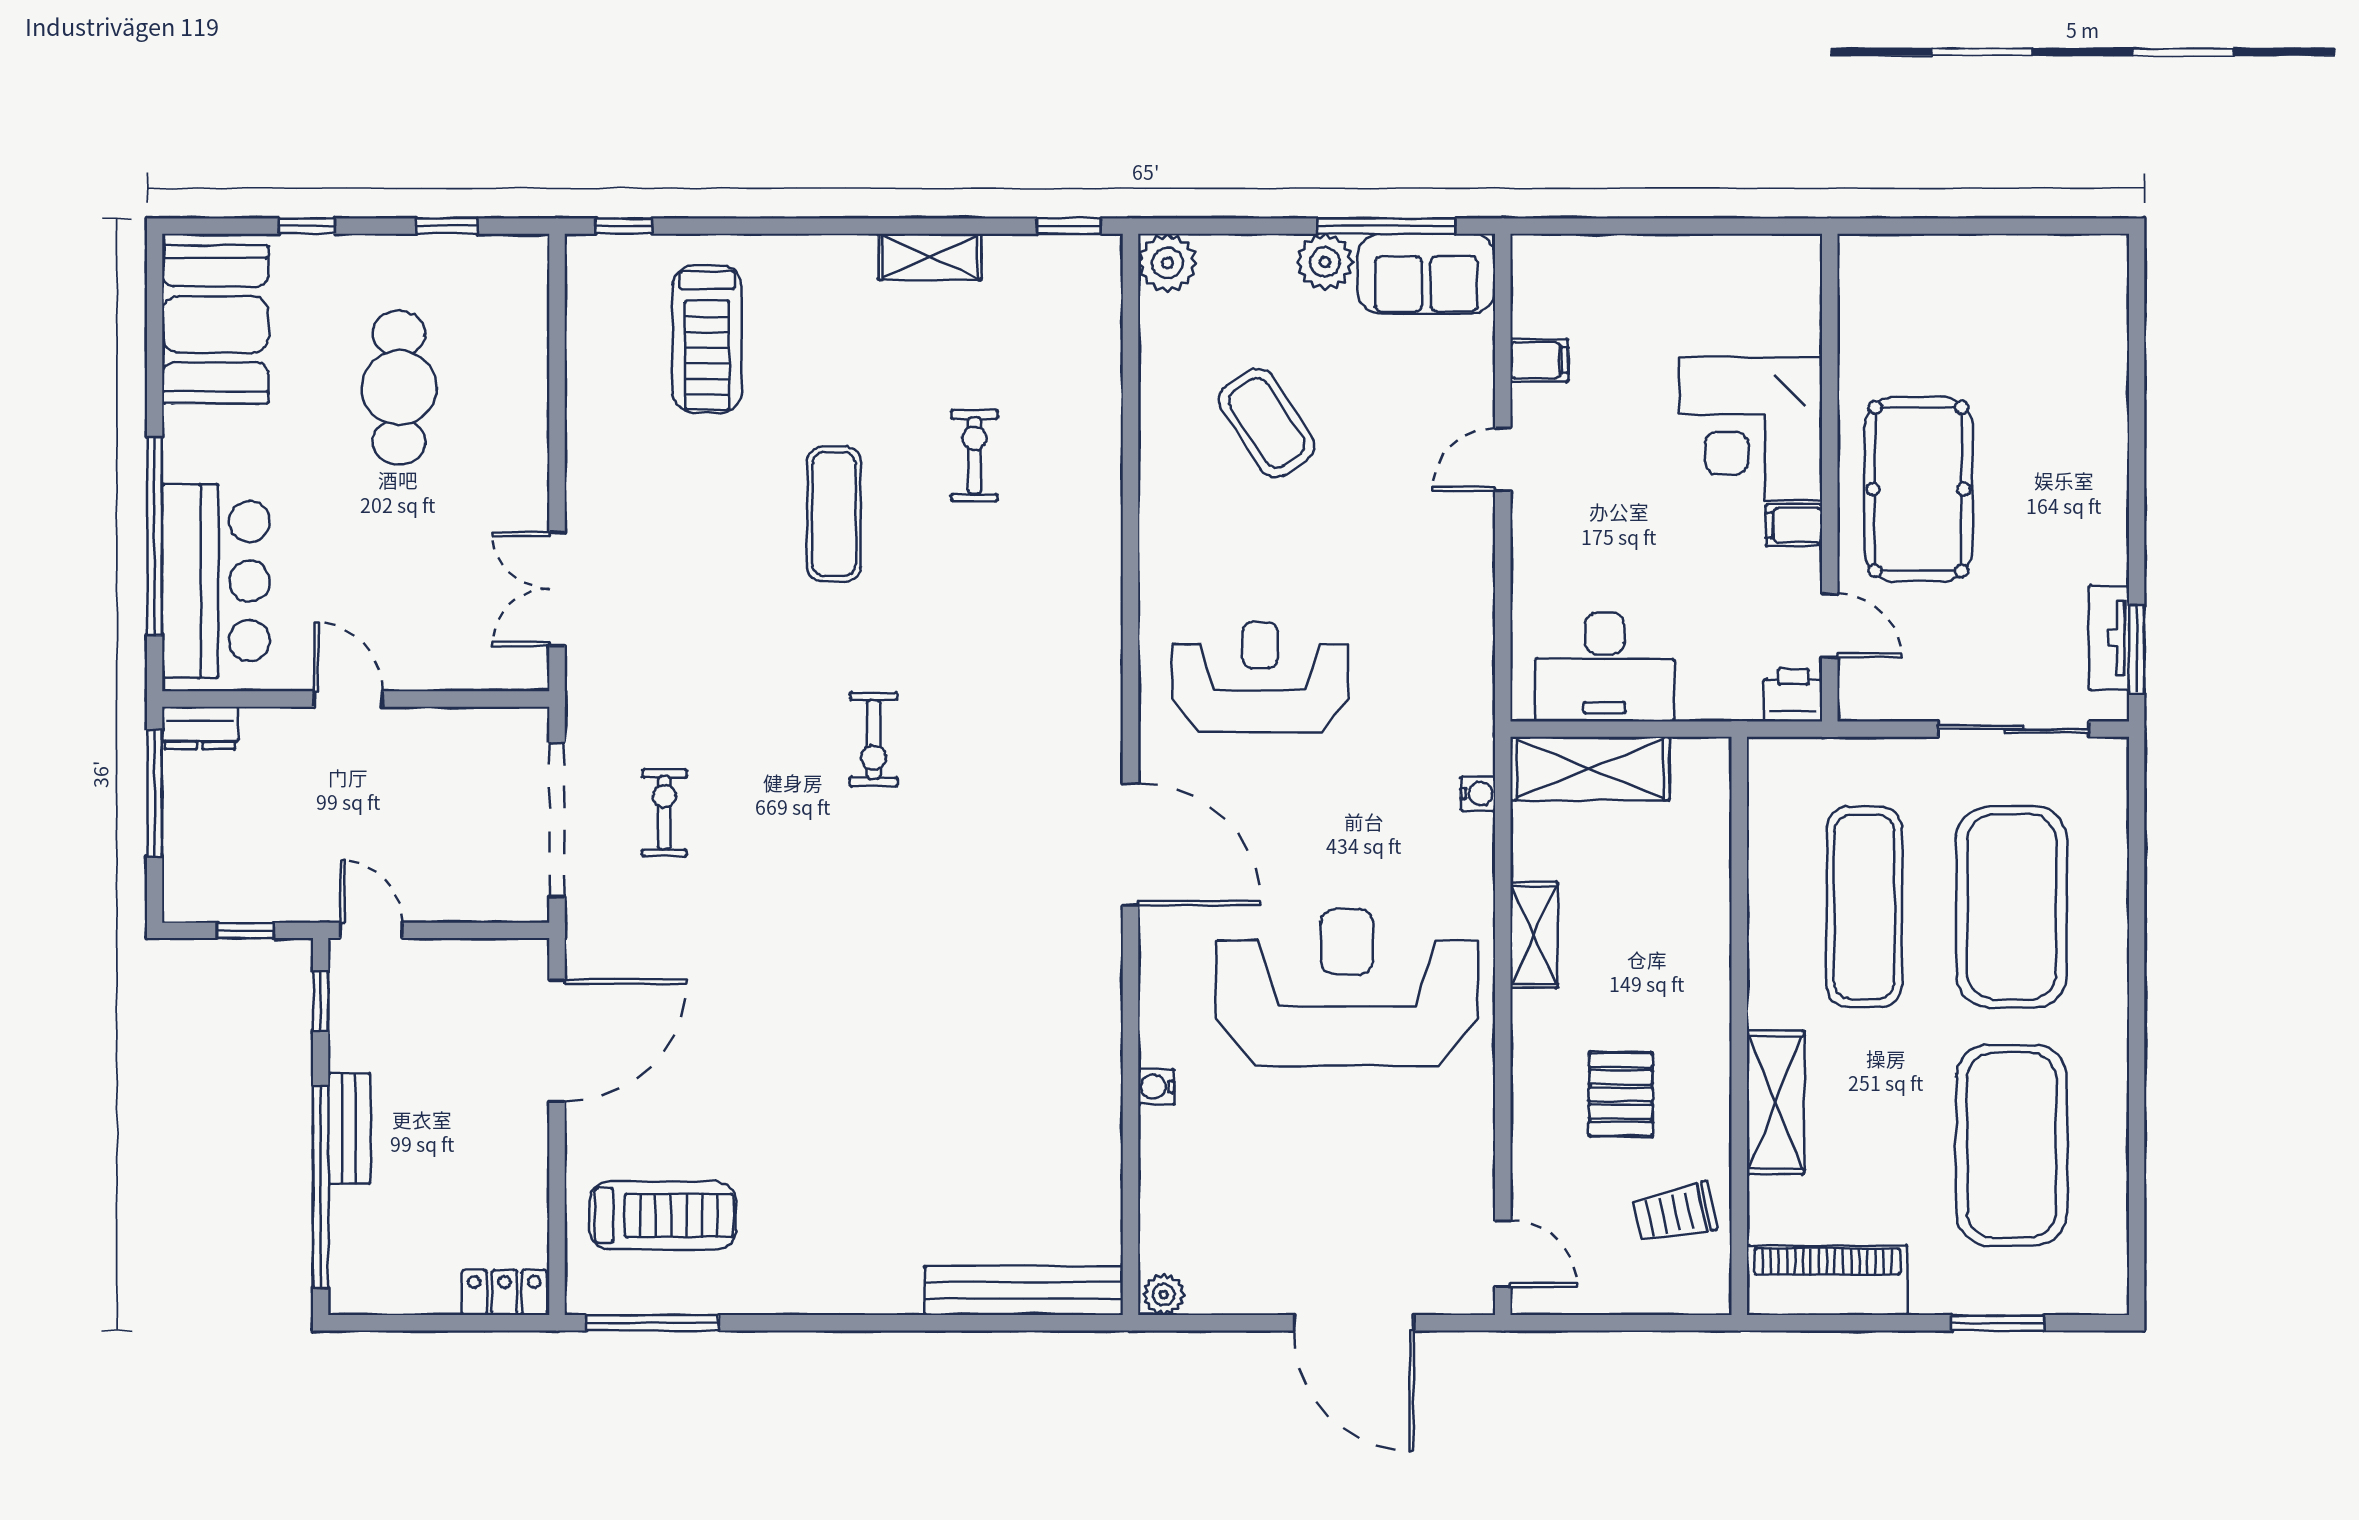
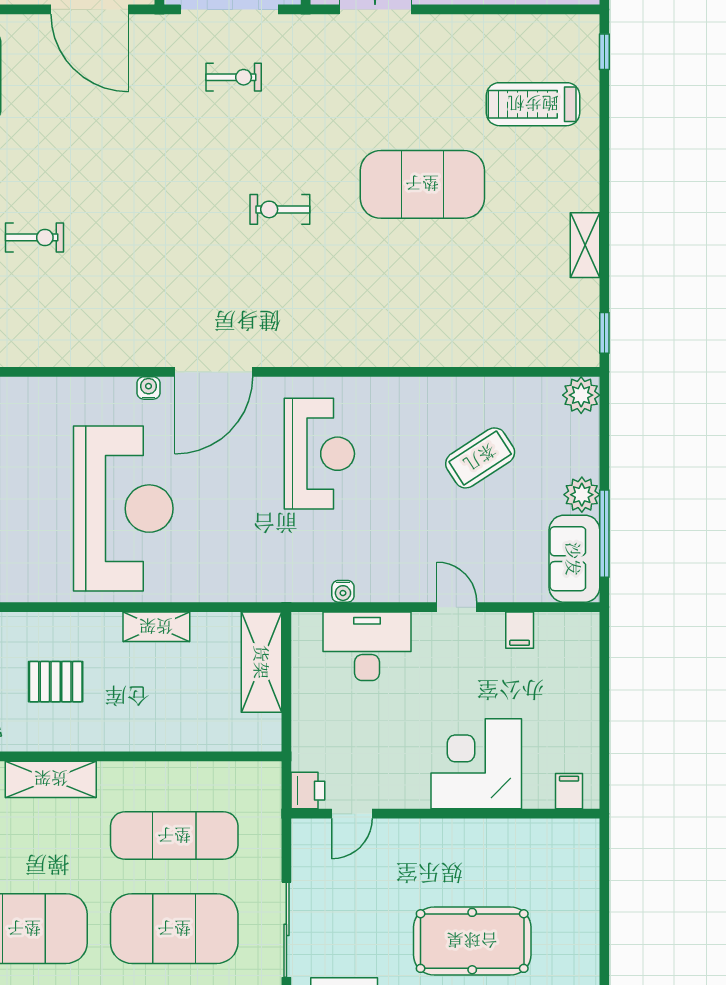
exercise bike: (974, 456) -> (34, 237), moved
pool table: (1918, 489) -> (472, 941), moved
exercise mat: (834, 514) -> (422, 184), width x2.00, depth x1.45
filing cabinet: (1794, 525) -> (569, 791), moved
desk: (1605, 667) -> (367, 646), moved, turned 90
water cooler: (1478, 794) -> (343, 591), moved
water cooler: (1156, 1087) -> (148, 388), moved

